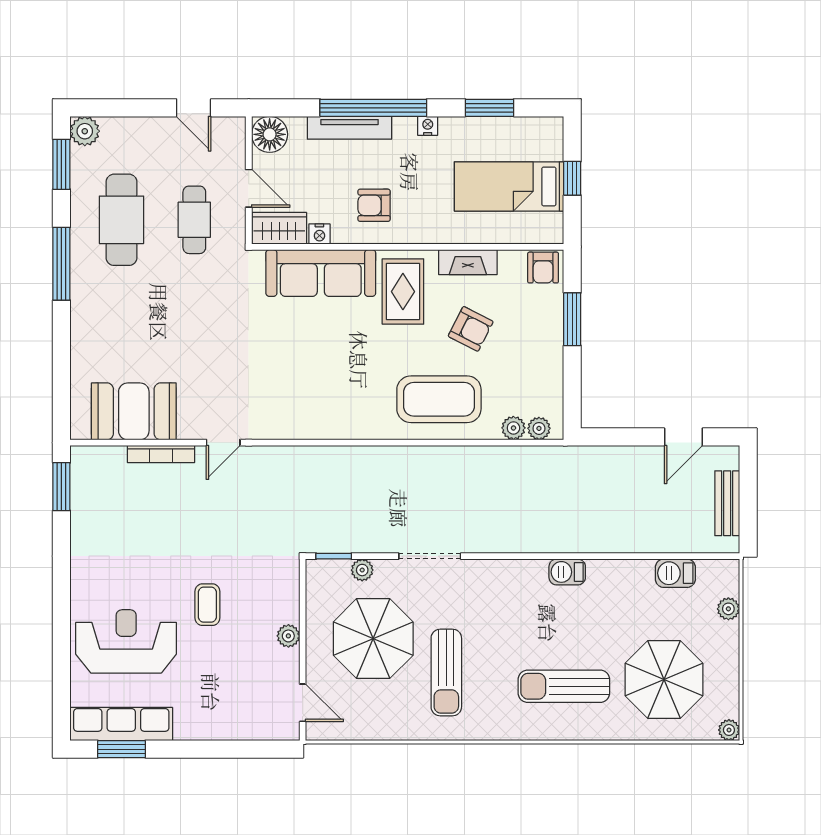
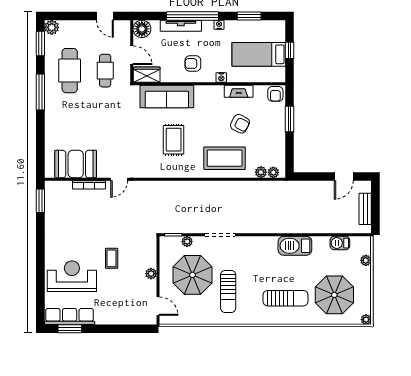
nightstand: (319, 234) -> (221, 78), moved
rug: (403, 292) -> (174, 140), moved
barbecue: (567, 572) -> (295, 246), width x1.88, depth x1.53
sun lounger: (564, 686) -> (286, 298), turned 180

